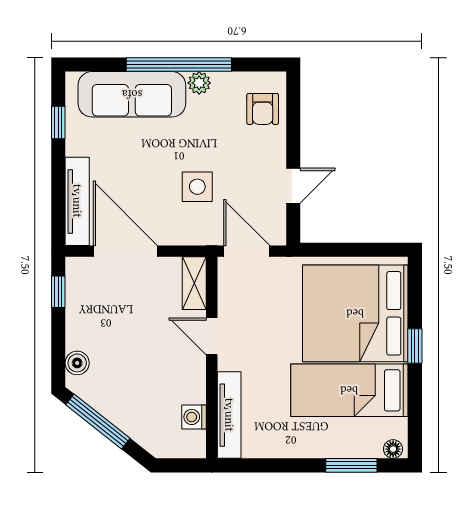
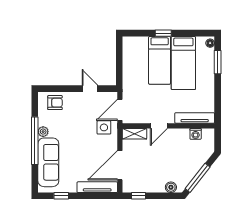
side table: (197, 187) -> (104, 127), moved
bed: (355, 313) -> (160, 60), width x0.49

